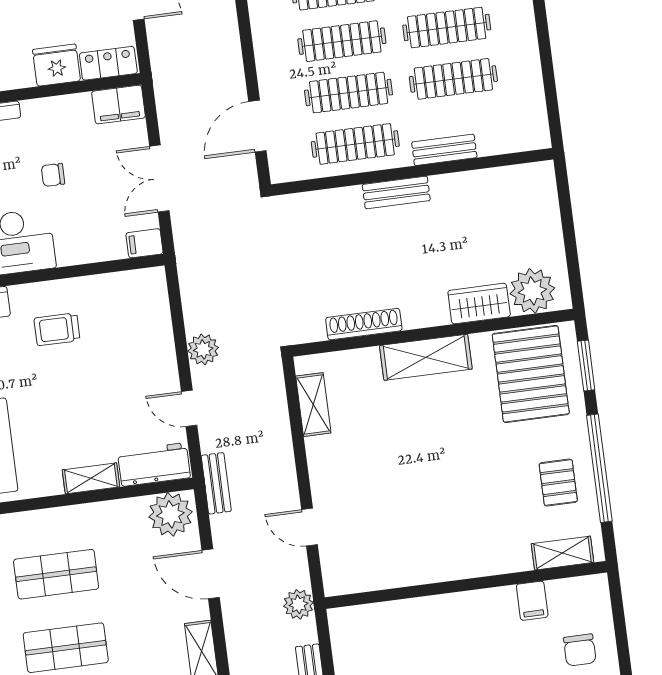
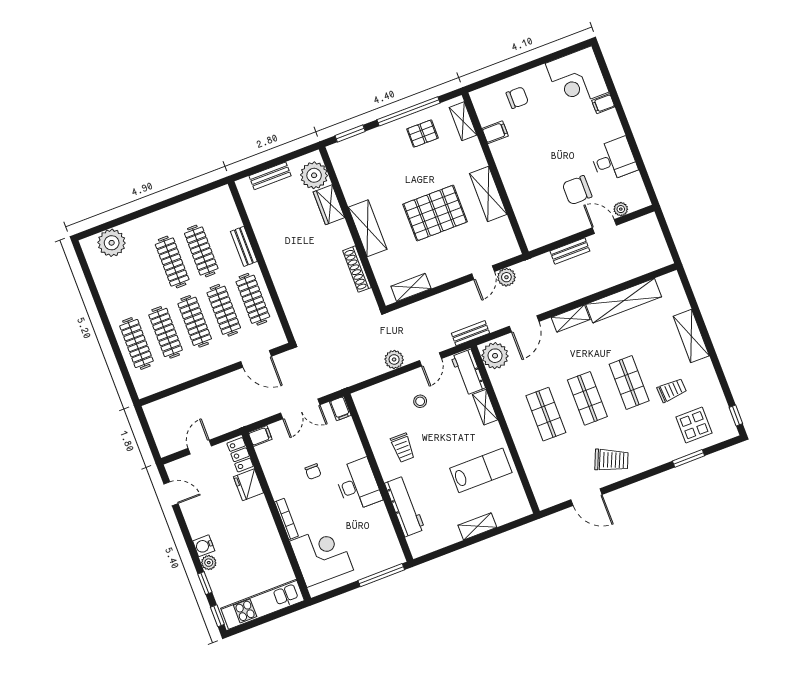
filing cabinet: (119, 105) -> (260, 436), width x0.50
bench: (396, 192) -> (270, 176), moved, turned 90
pallet: (531, 374) -> (435, 213), moved
stool: (125, 375) -> (420, 401), added
shelving: (435, 566) -> (488, 194), added
plant: (298, 604) -> (506, 277), moved

